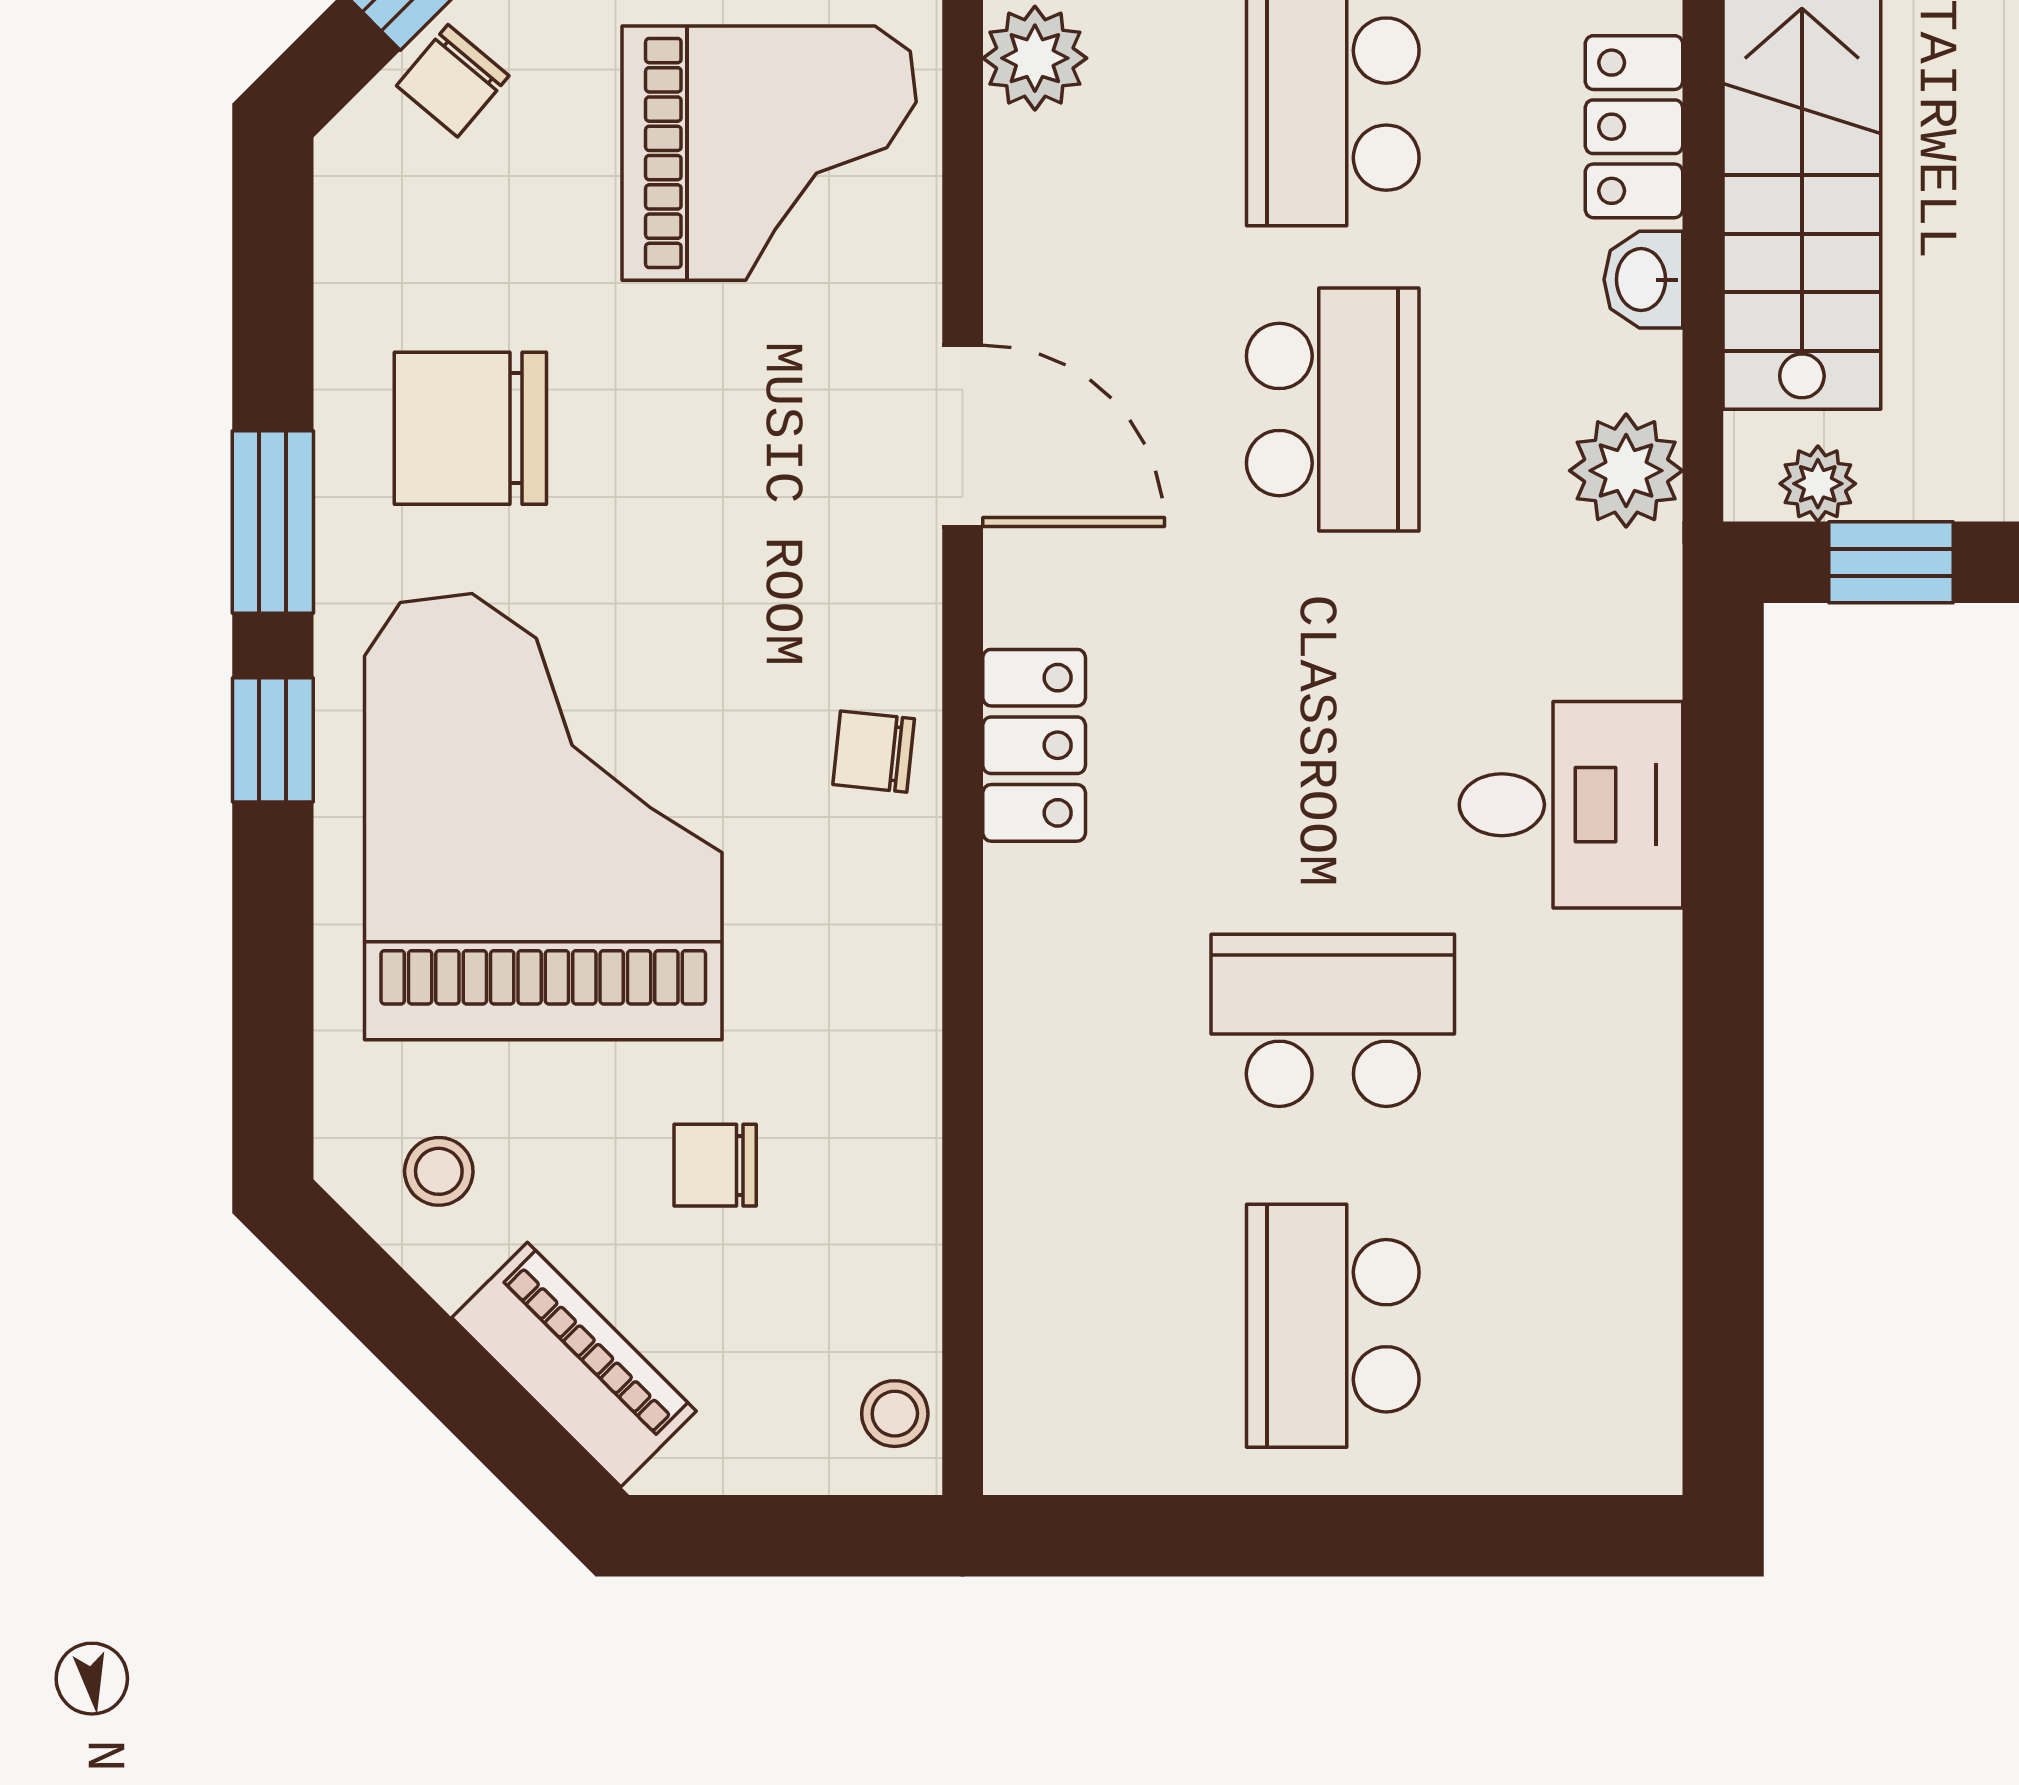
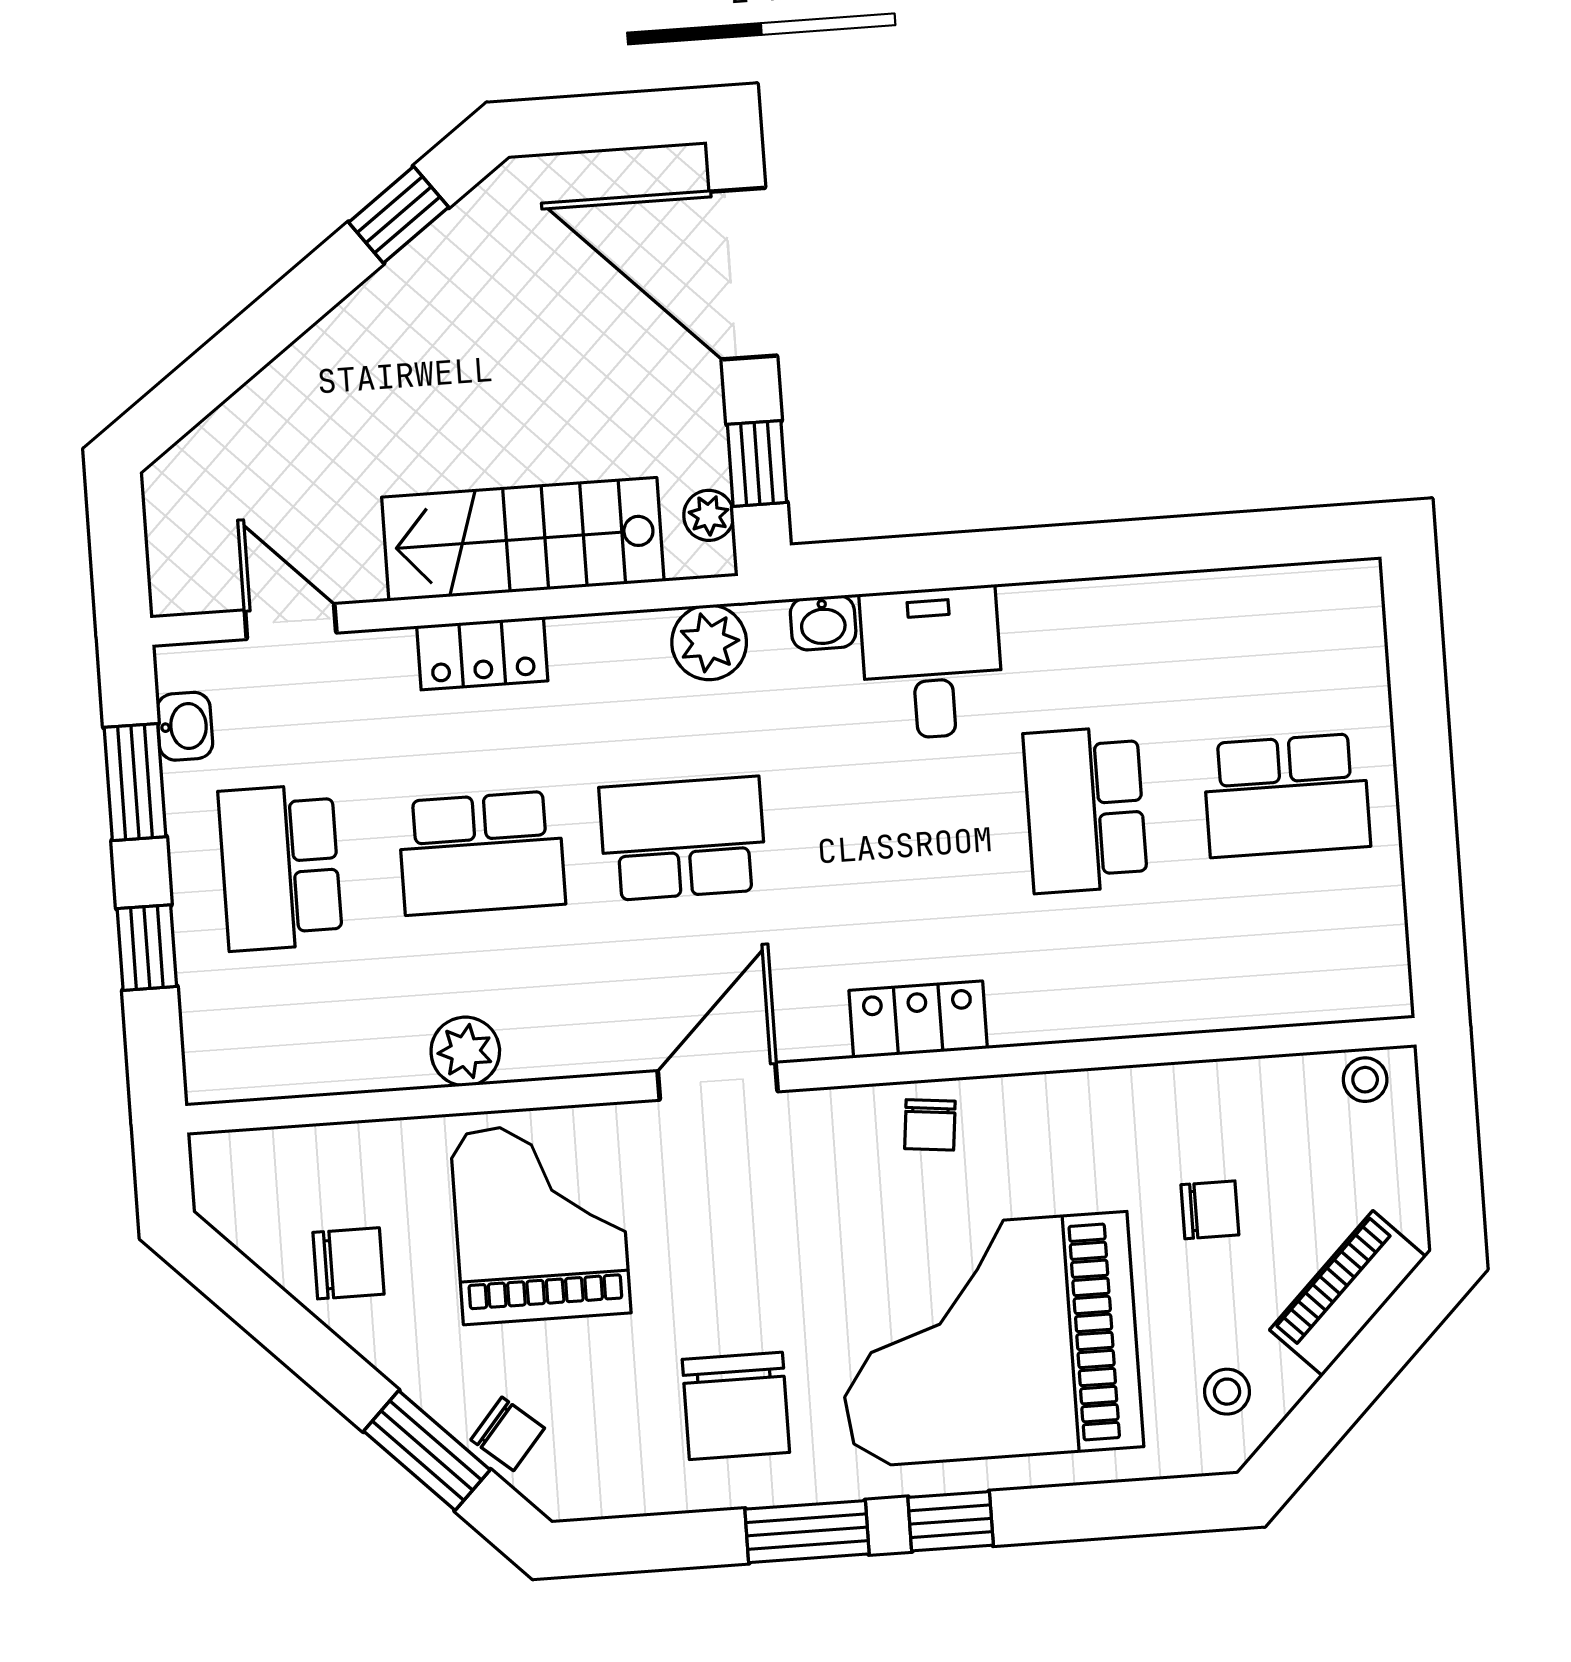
washbasin: (1643, 280) -> (823, 623), moved
chair: (715, 1165) -> (1210, 1210), turned -90

